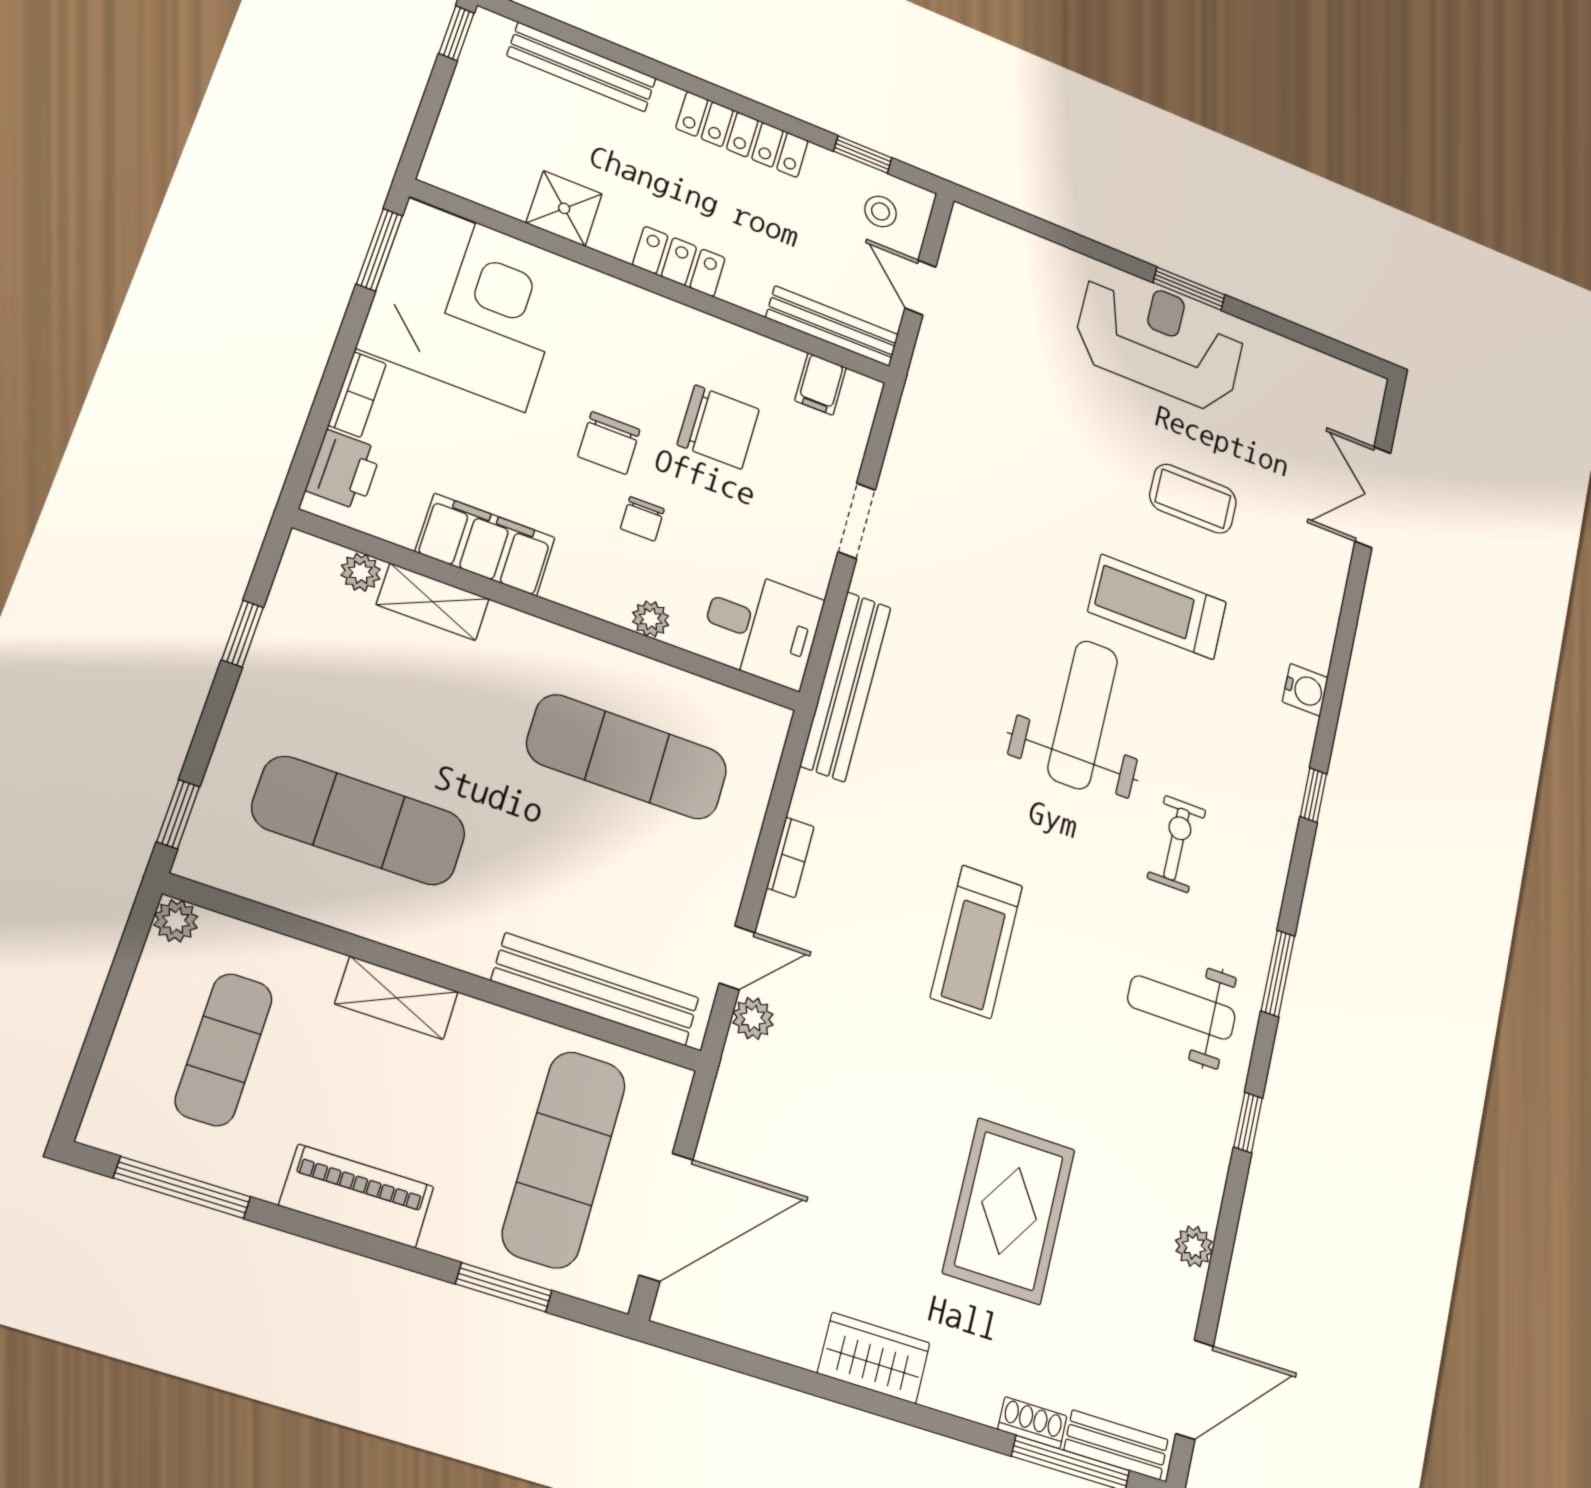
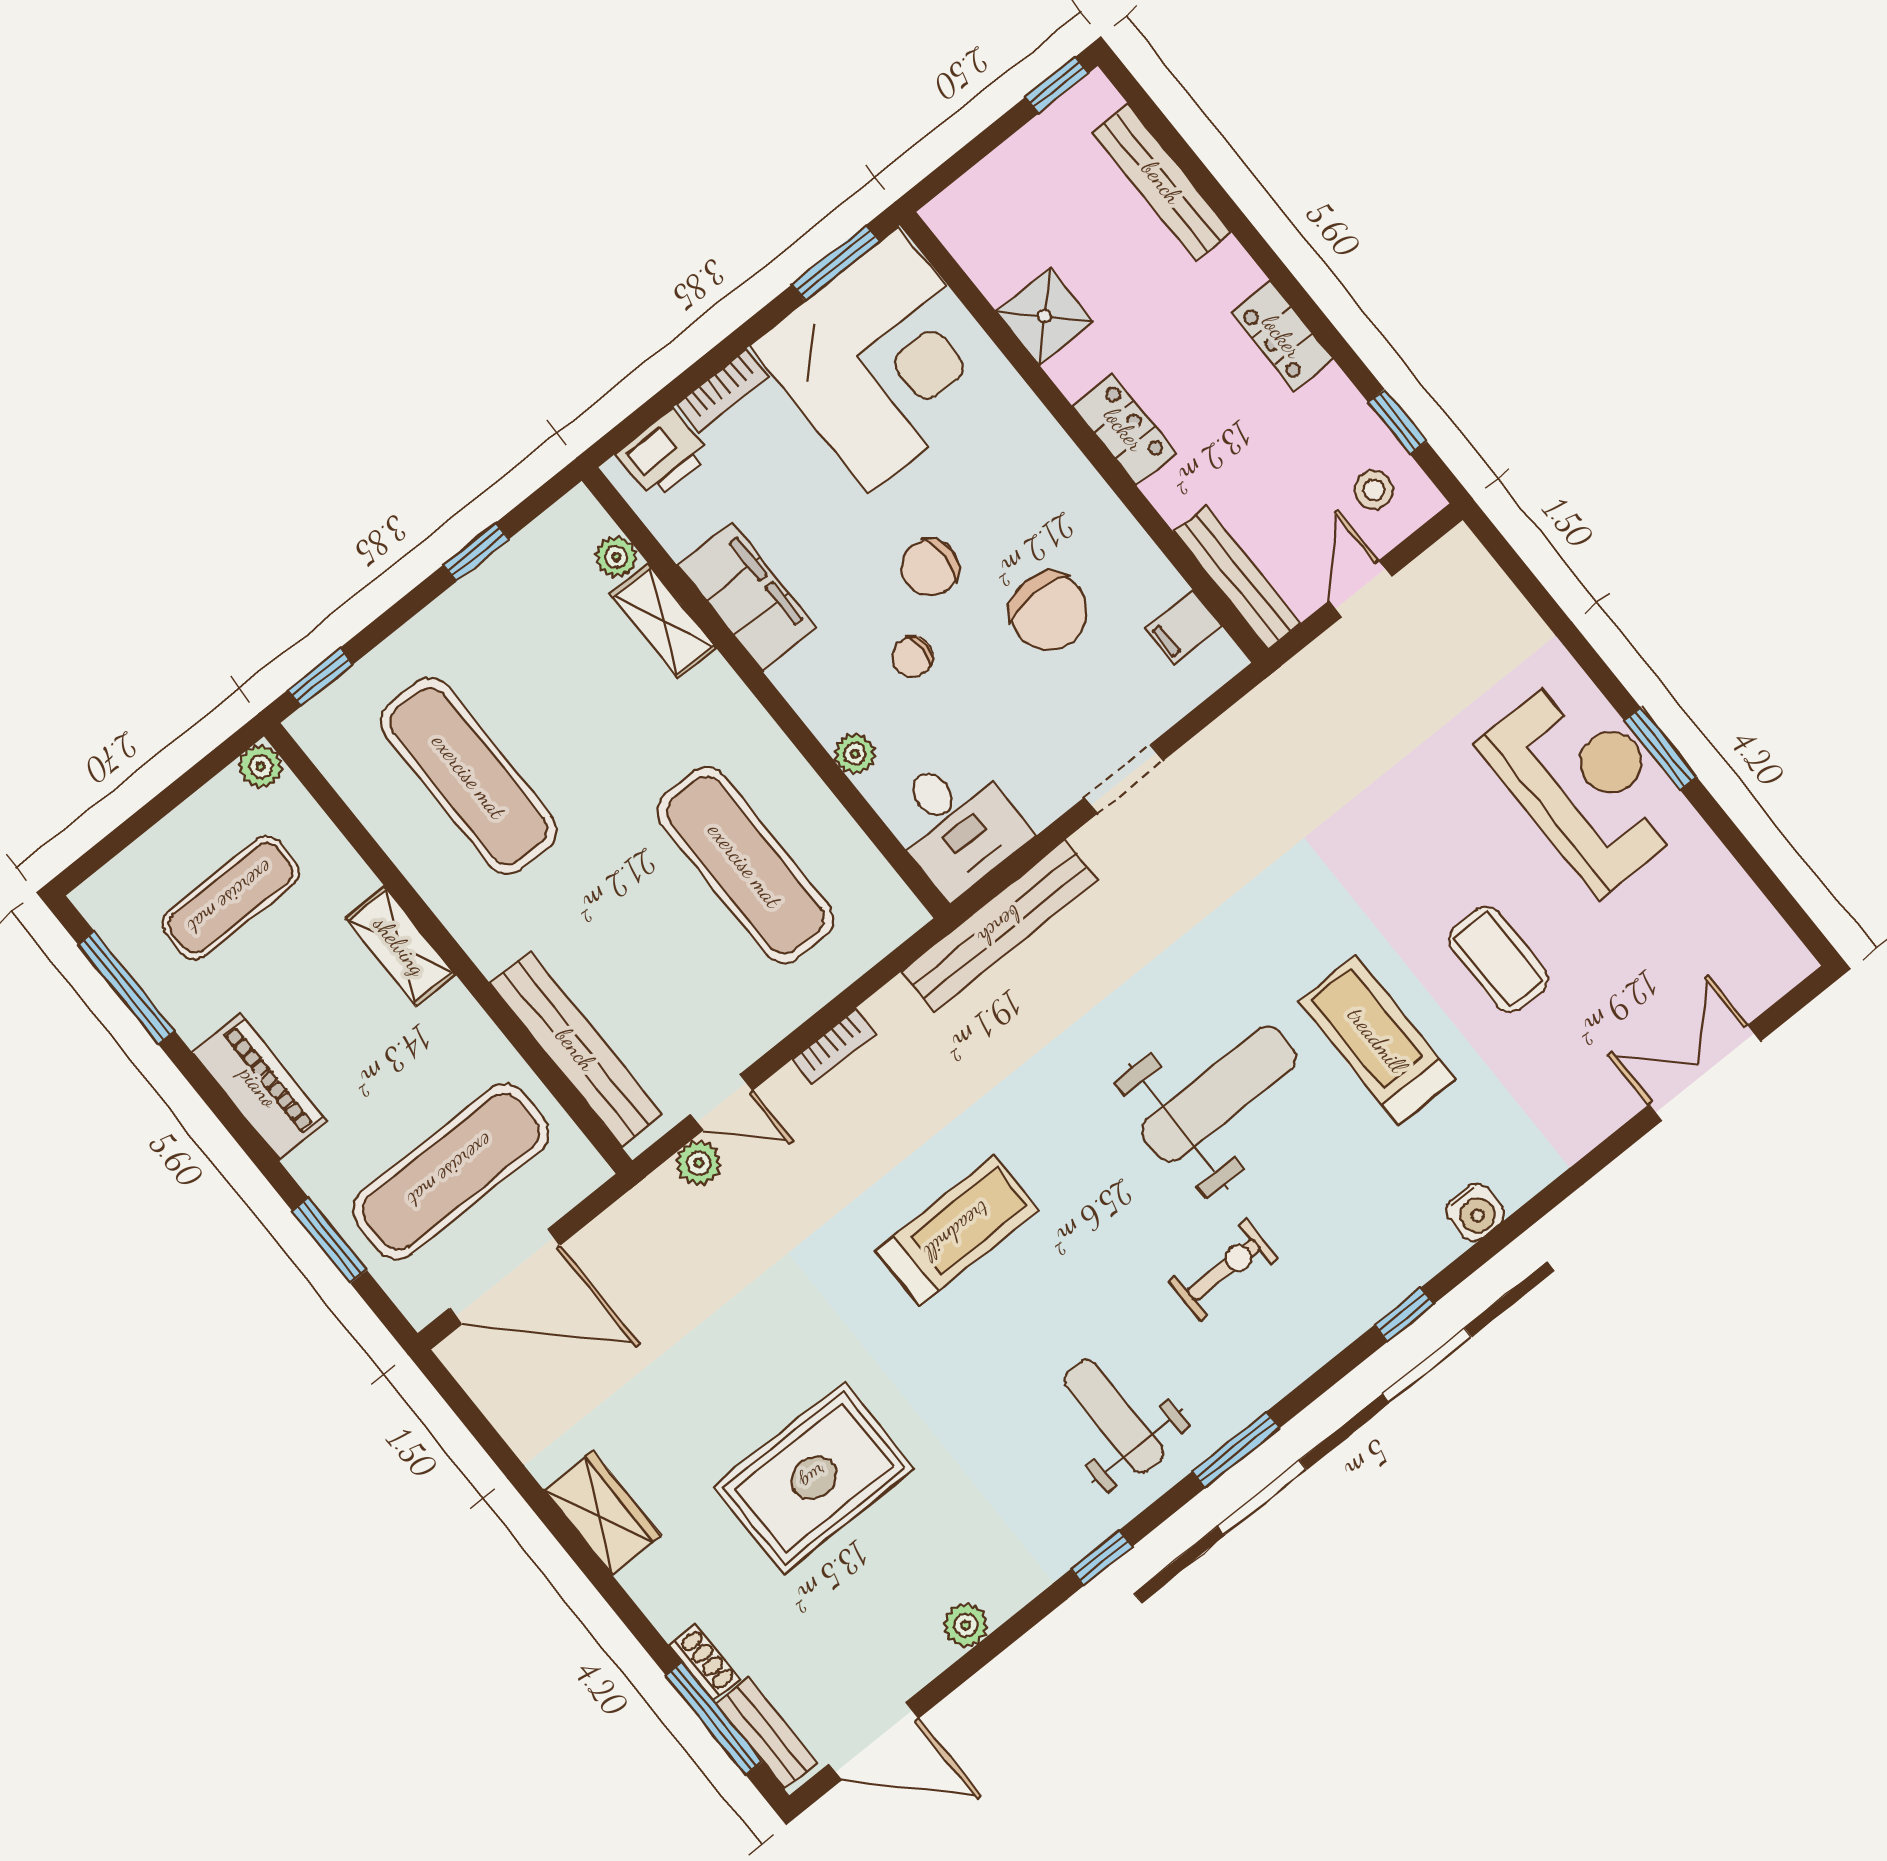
locker: (742, 135) -> (1282, 336), width x0.66
treadmill: (977, 941) -> (957, 1231), turned 180

